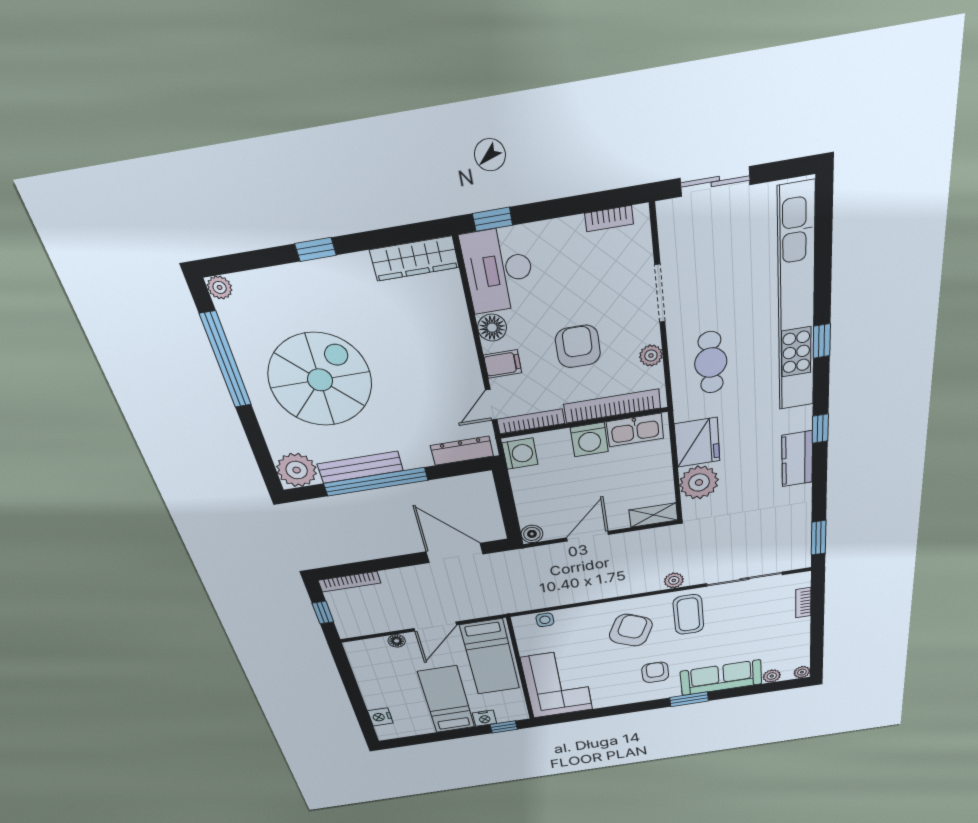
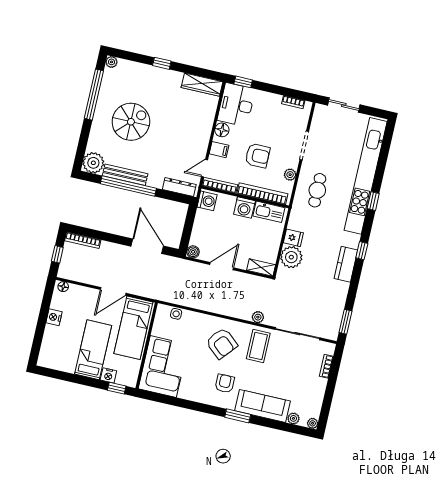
armchair: (578, 346) -> (258, 156), turned 90
spiral stairs: (320, 380) -> (131, 122), width x0.73, depth x0.73
fridge: (697, 442) -> (293, 238), width x0.53, depth x0.75
armchair: (631, 630) -> (222, 343), turned 106
floor lamp: (397, 641) -> (63, 287), moved
nightstand: (380, 717) -> (54, 317), moved

